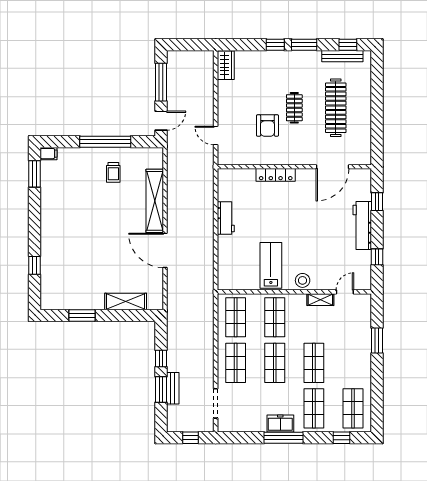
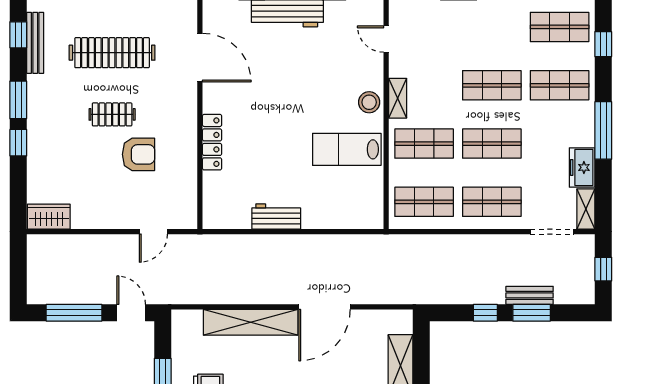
shelving: (320, 300) -> (398, 98), moved
freezer: (280, 424) -> (582, 167), moved
shelving: (231, 426) -> (586, 209), added

